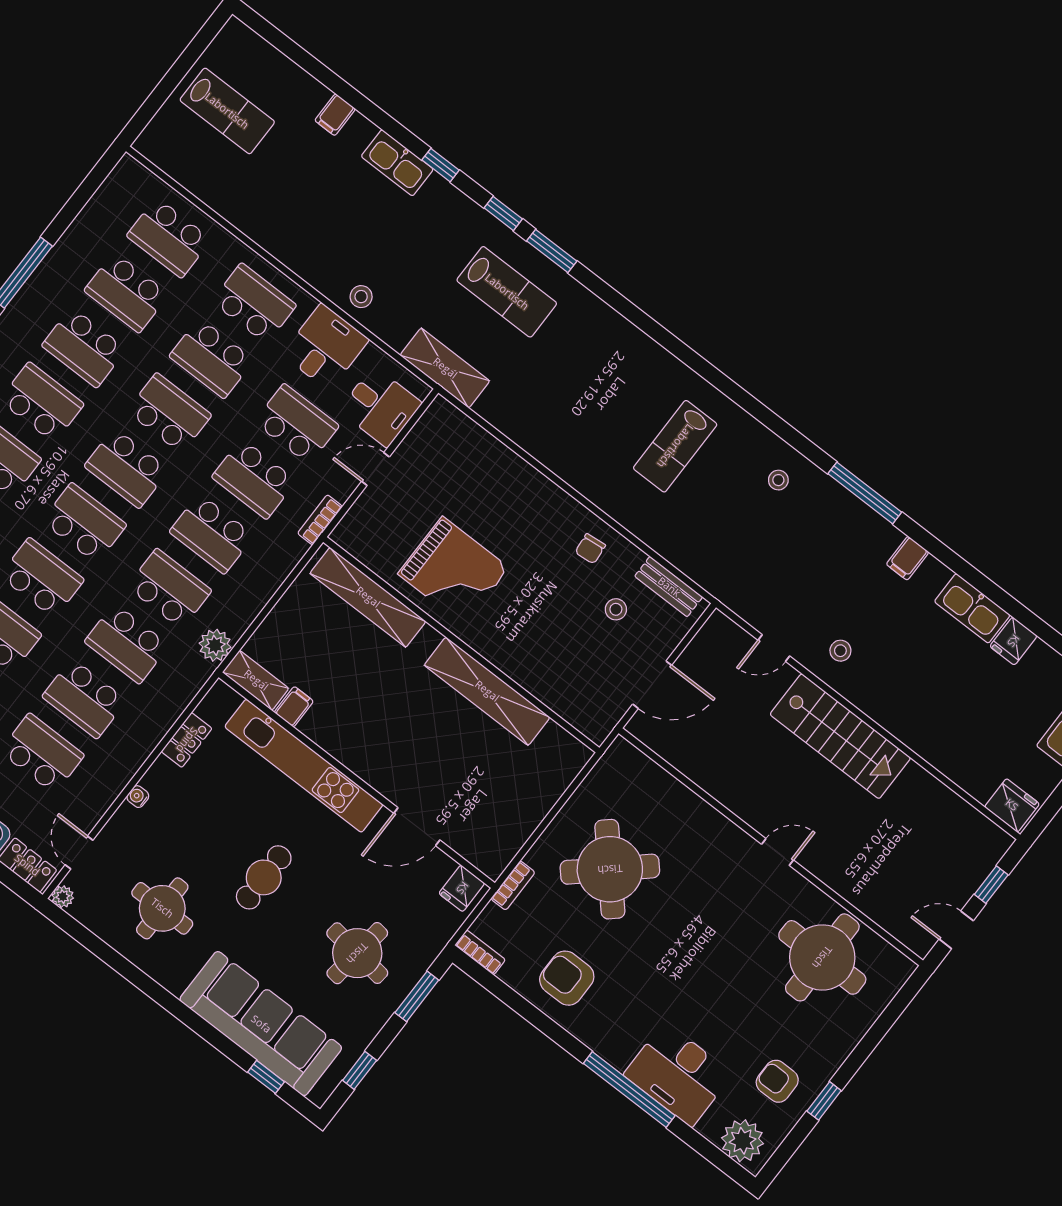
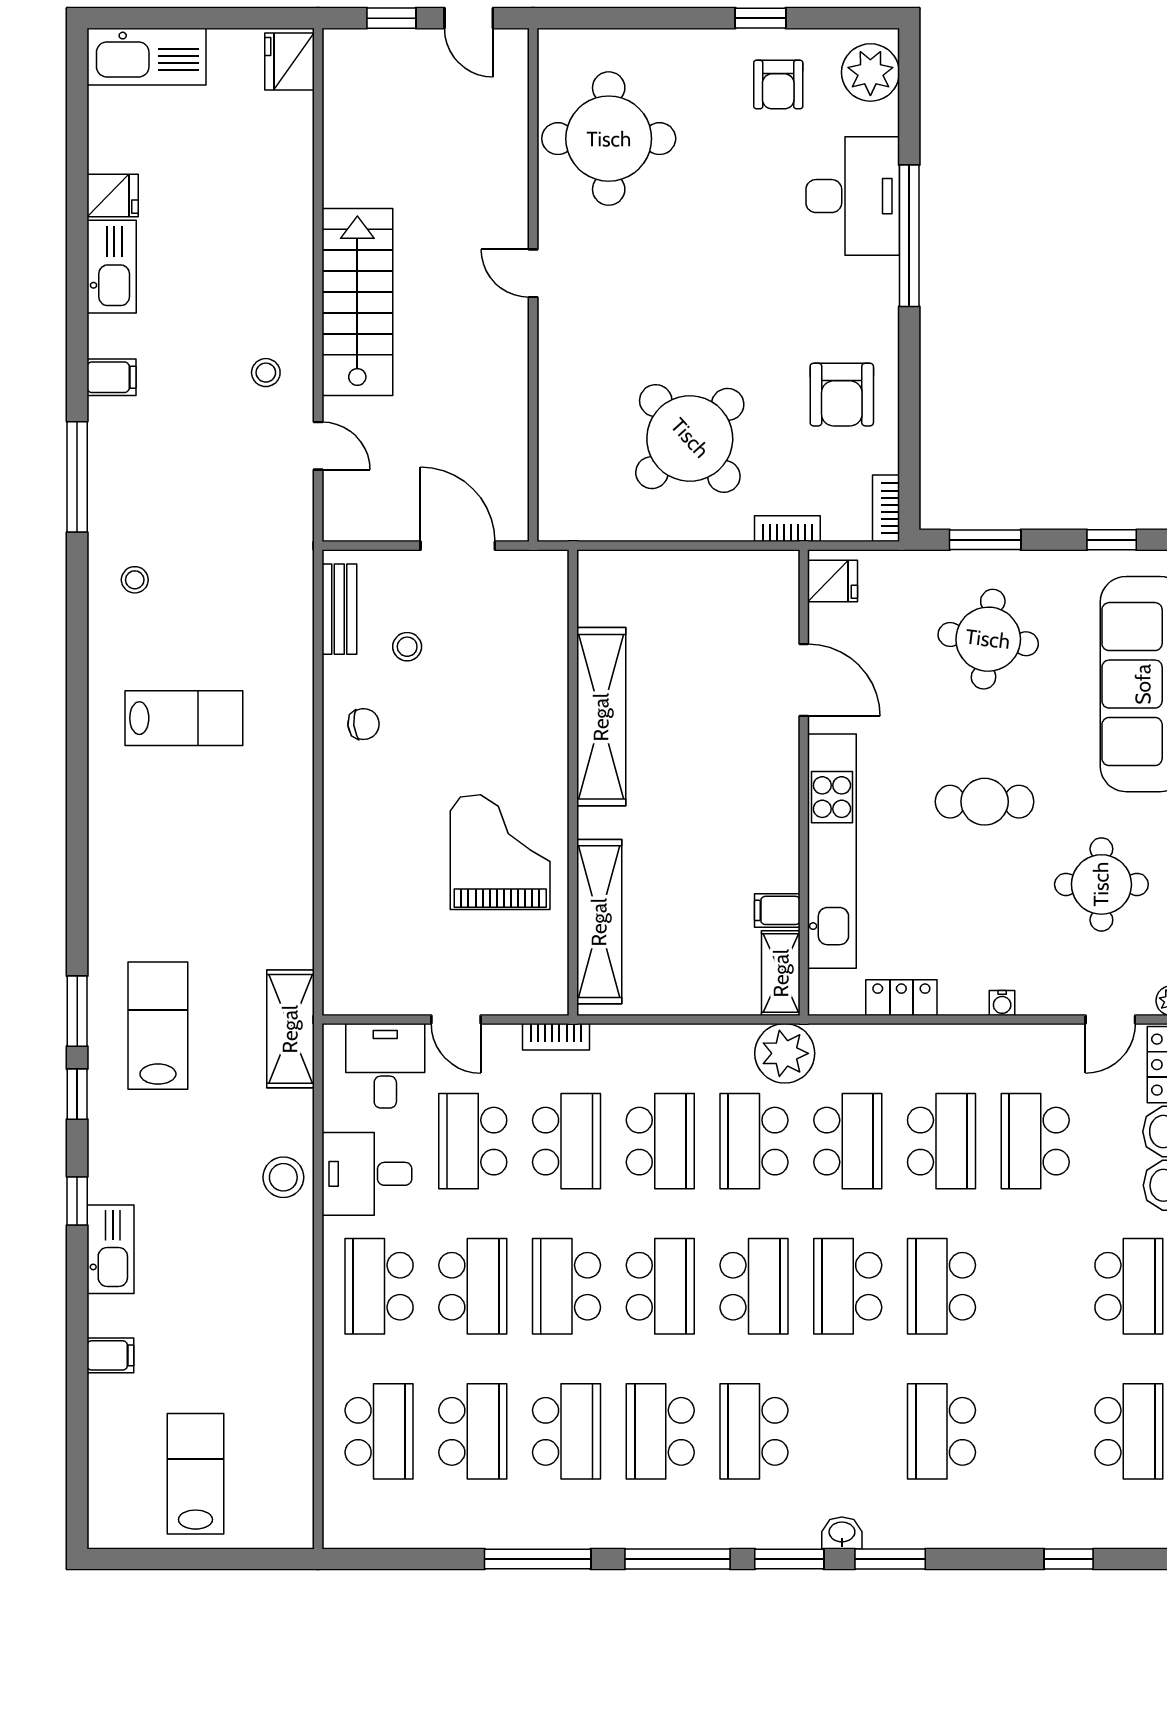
stool: (361, 297) -> (283, 1177), width x1.37, depth x1.37
school desk: (84, 523) -> (754, 1286), turned 180
plant: (215, 645) -> (785, 1053), width x1.36, depth x1.36

